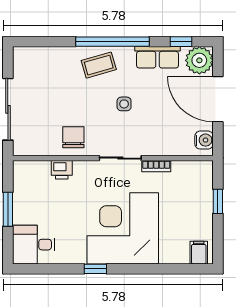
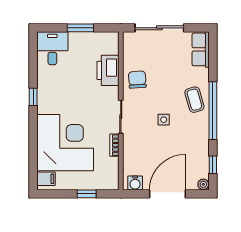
row of seats: (157, 57) -> (201, 49), moved
plant: (199, 60) -> (203, 184), width x0.53, depth x0.53
chair: (73, 137) -> (137, 80), turned -94
printer: (62, 170) -> (108, 70), width x1.87, depth x1.48
corner desk: (123, 228) -> (65, 143), moved

